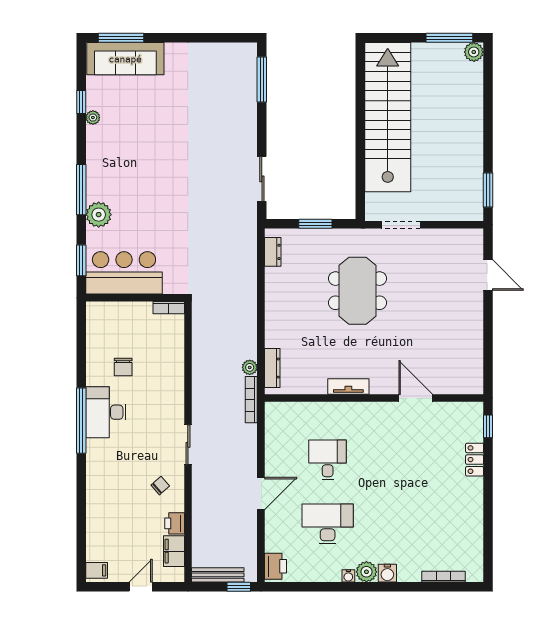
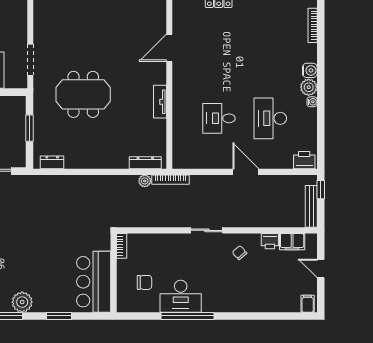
bar counter: (124, 273) -> (94, 282), moved
wall: (135, 298) -> (114, 273), moved
bookcase: (169, 308) -> (122, 246), moved

